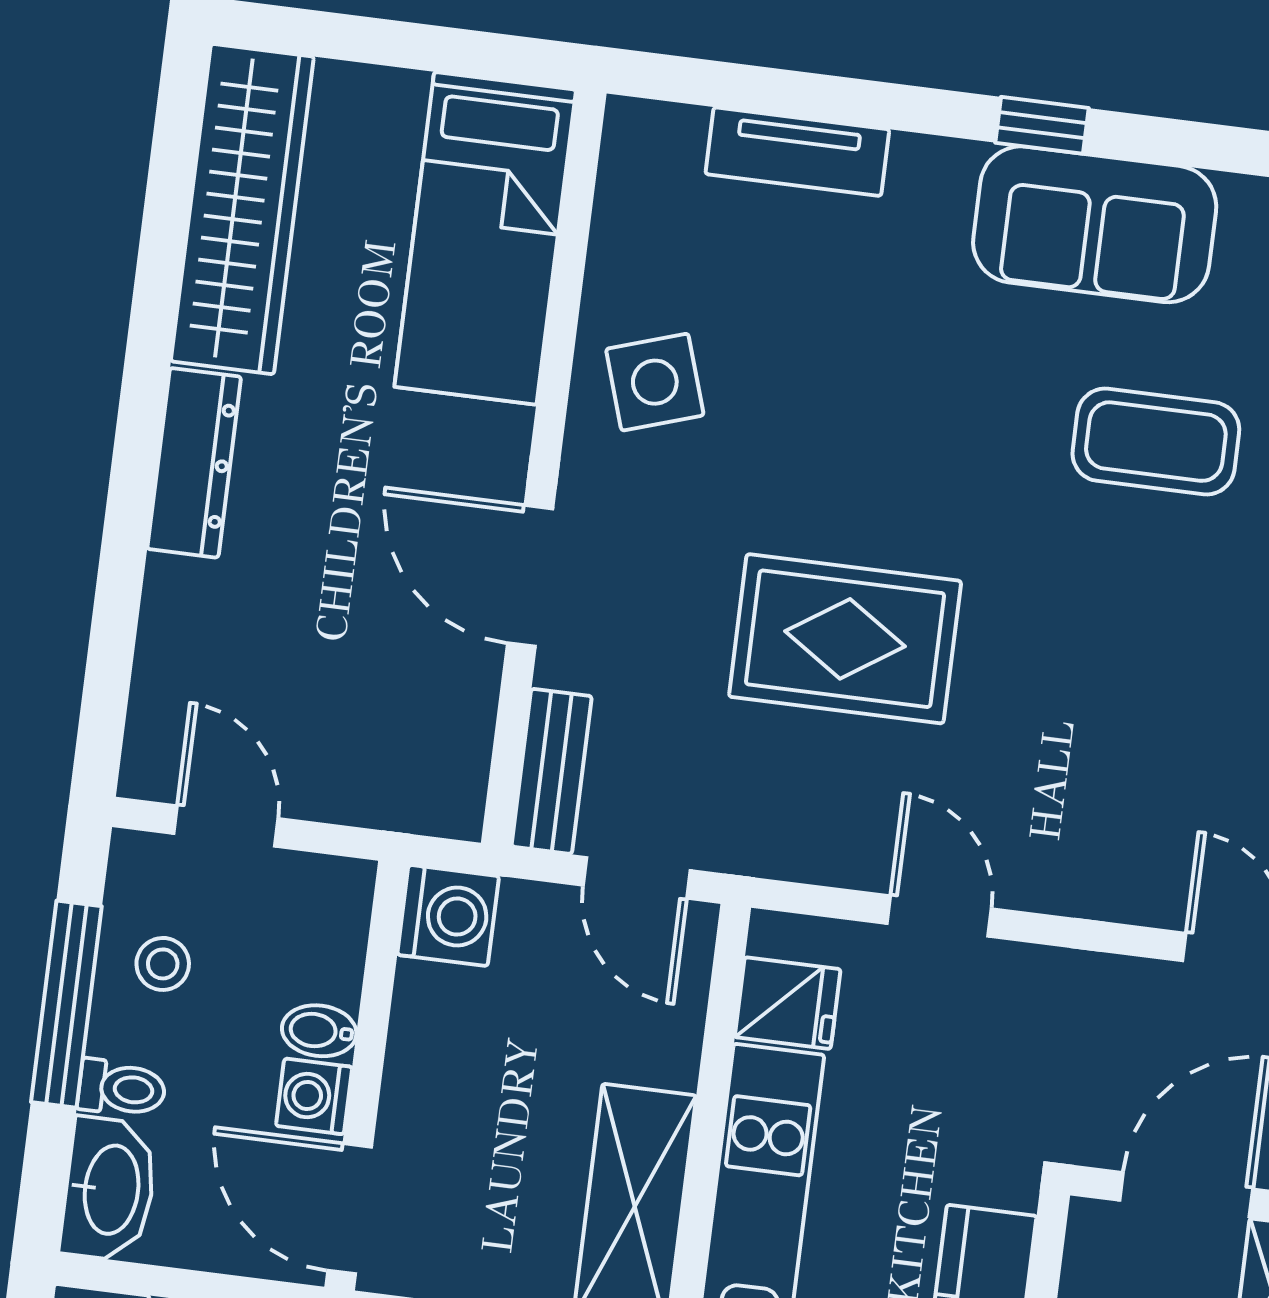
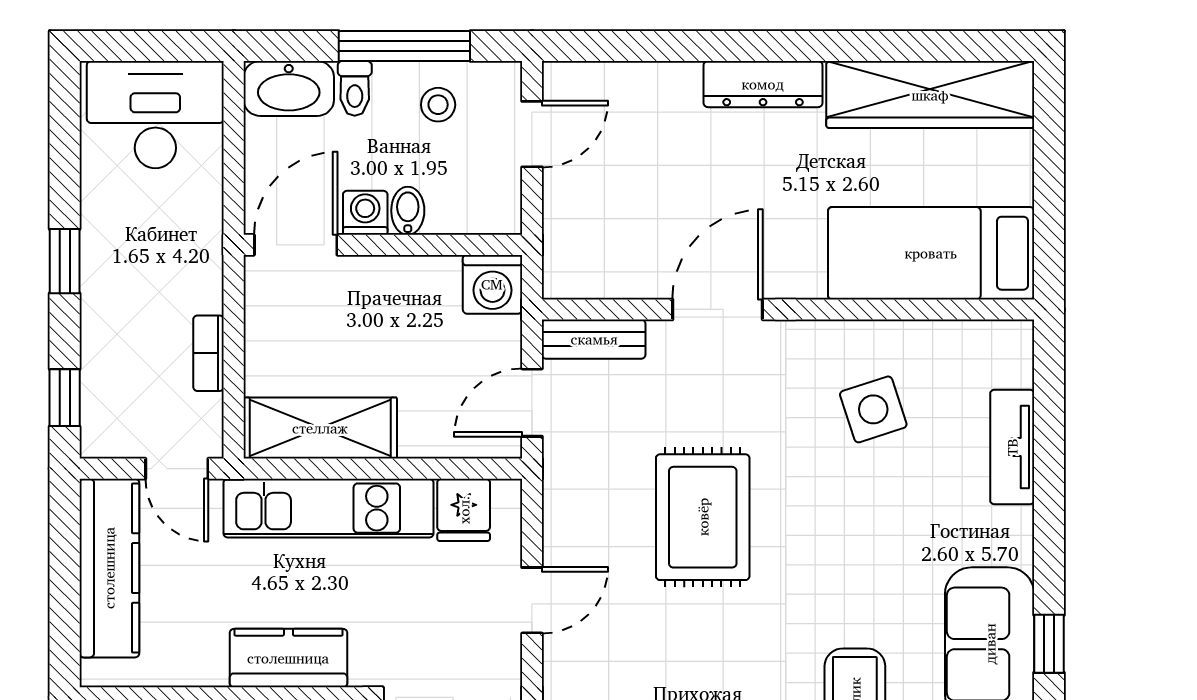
window: (1042, 125) -> (1049, 644), moved
side table: (655, 382) -> (873, 409), moved

